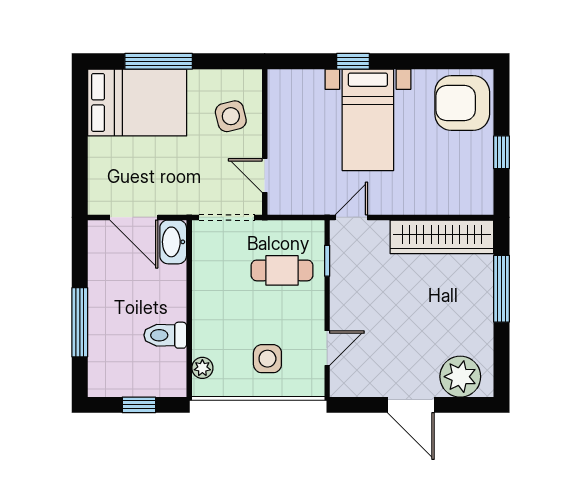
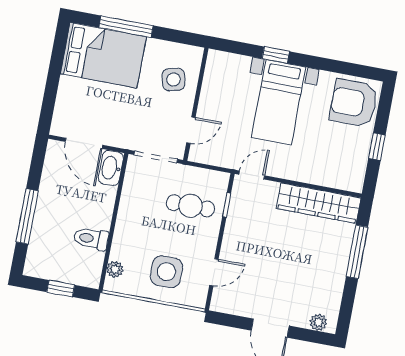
door: (265, 176) -> (191, 130), swing flipped
side table: (267, 359) -> (166, 272), width x1.37, depth x1.37
plant: (460, 377) -> (318, 322), width x0.53, depth x0.53

